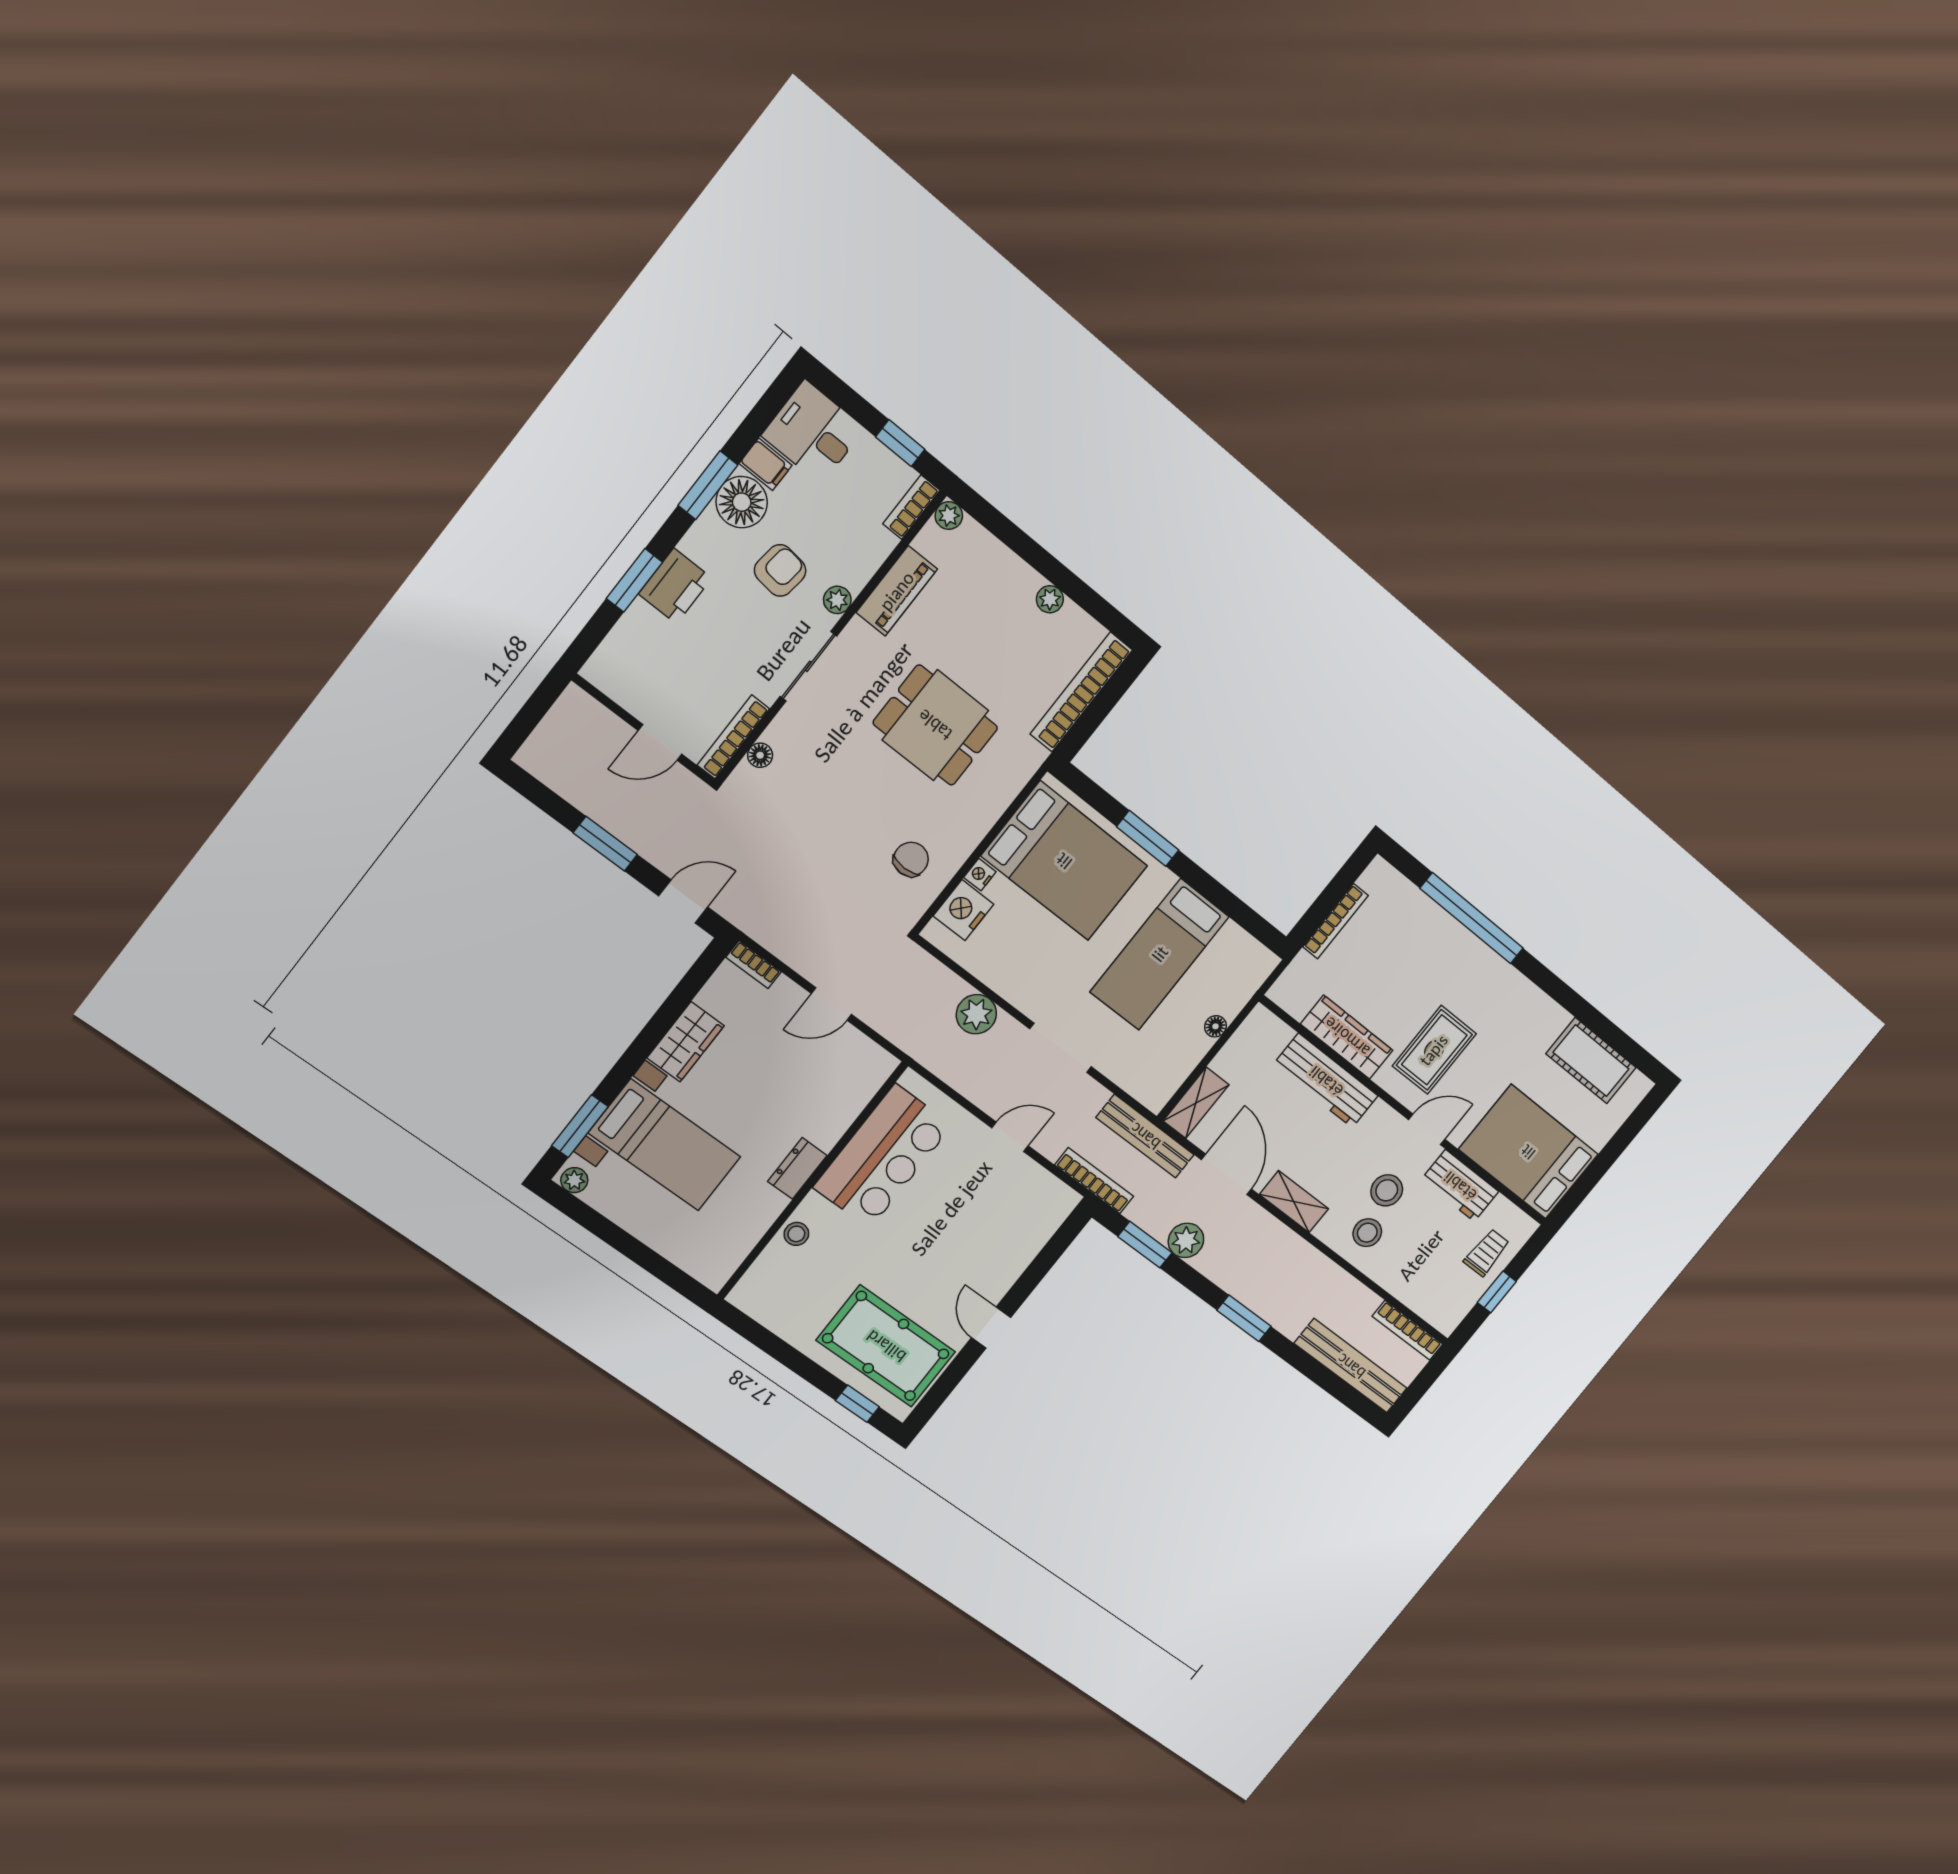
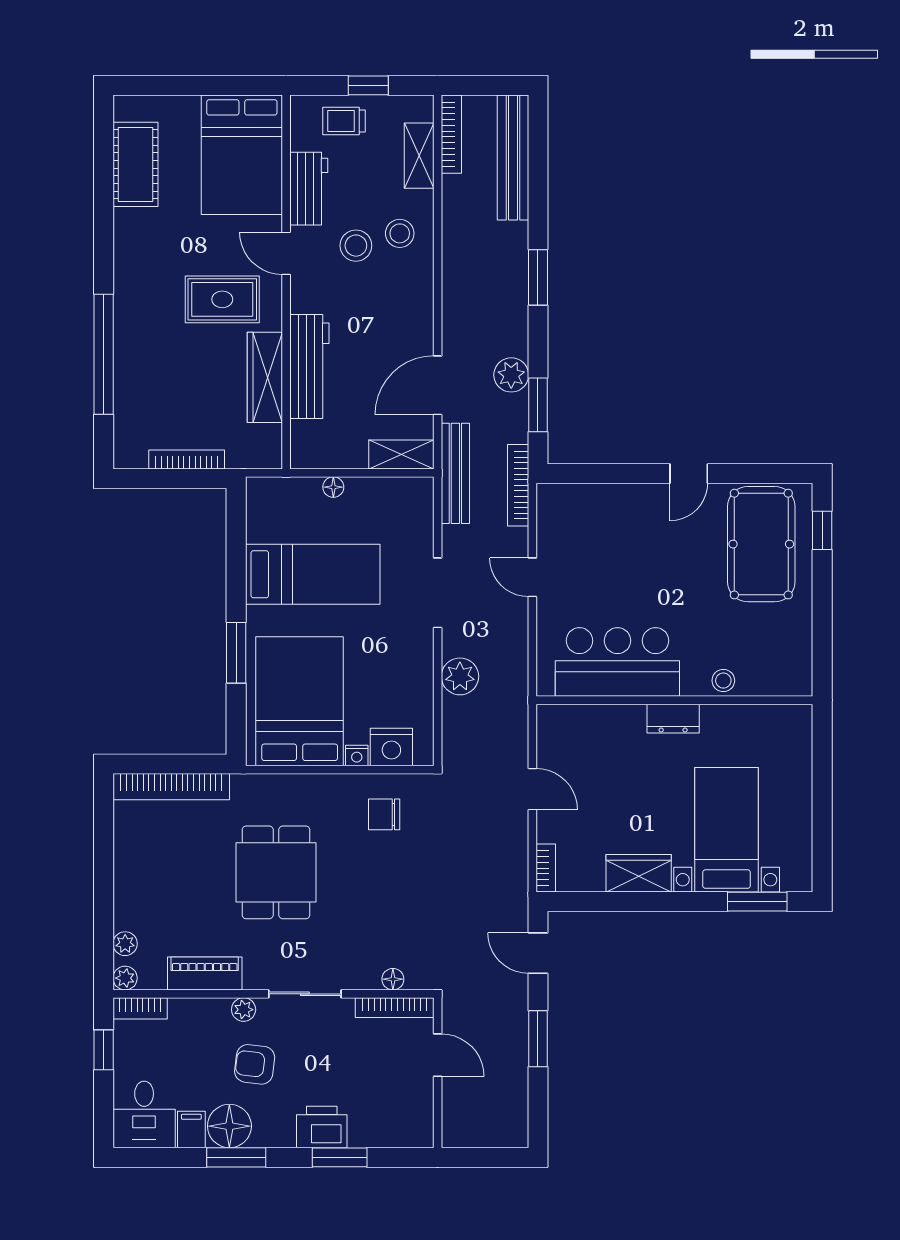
plant: (1050, 599) -> (125, 944), moved
plant: (574, 1180) -> (801, 875), removed
shelving: (1294, 1202) -> (419, 156), moved

